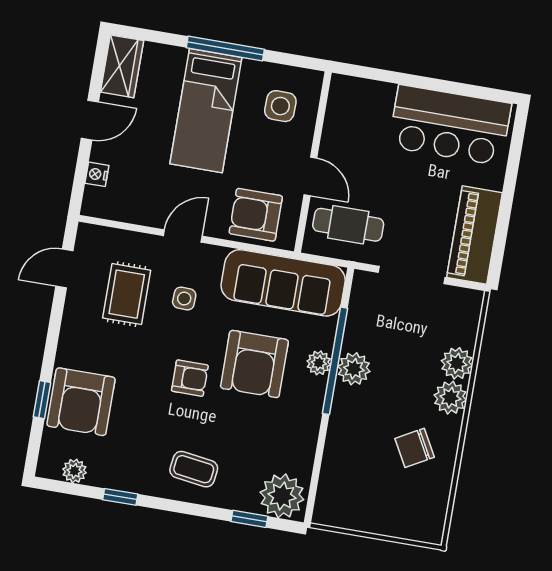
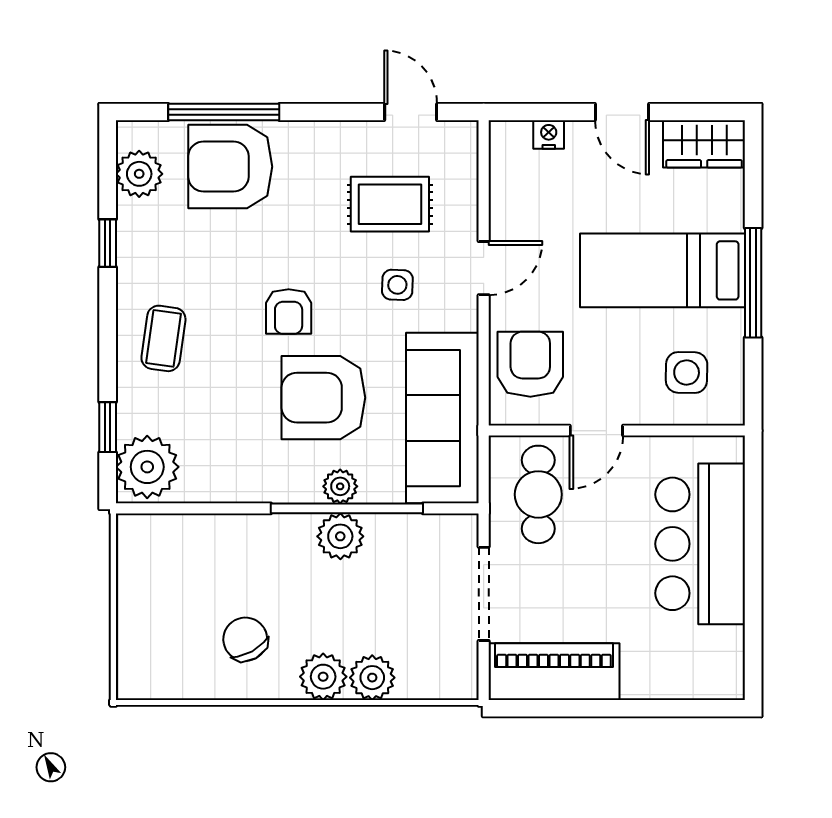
bar counter: (450, 125) -> (700, 544), moved
door: (183, 236) -> (484, 268), hinge flipped
window: (42, 400) -> (224, 112), width x2.17
plant: (74, 471) -> (139, 174), width x1.38, depth x1.38

